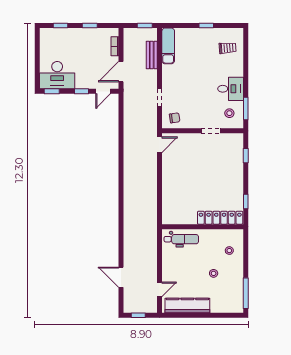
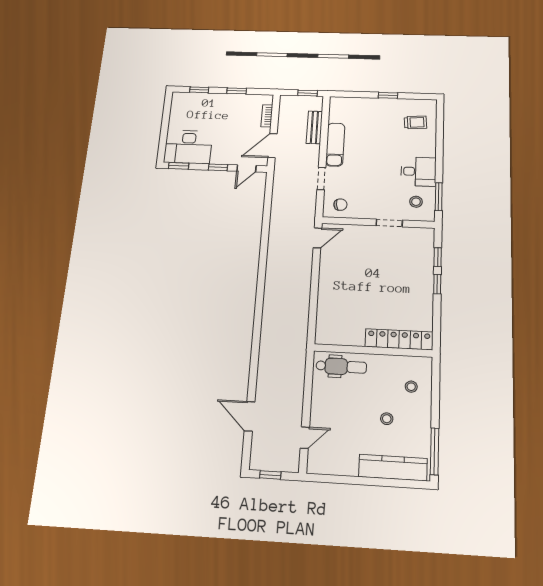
exam couch: (168, 46) -> (335, 145), moved
window: (246, 202) -> (437, 284), moved
kitchen counter: (187, 306) -> (393, 468), moved

